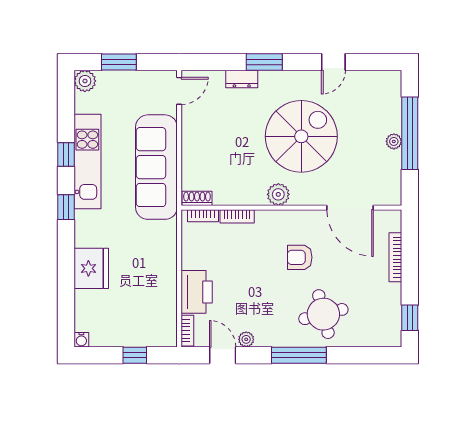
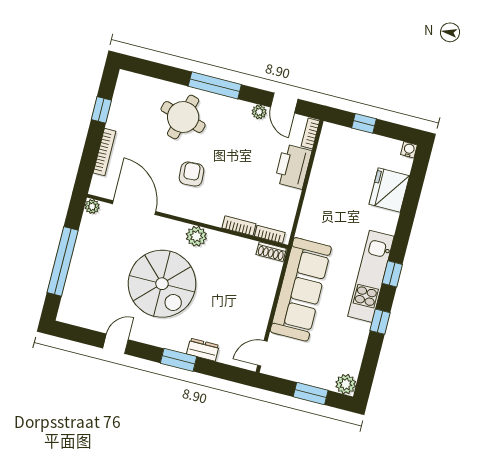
spiral stairs: (301, 136) -> (162, 284), turned -90
plant: (394, 141) -> (92, 206), moved
kitchen unit: (87, 161) -> (371, 276), moved
armchair: (300, 257) -> (191, 174), turned -94
fridge: (91, 268) -> (389, 190), moved
round table: (323, 314) -> (183, 117), turned 30
window: (410, 318) -> (101, 110), moved

